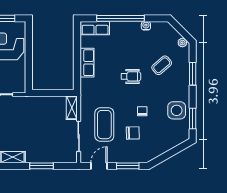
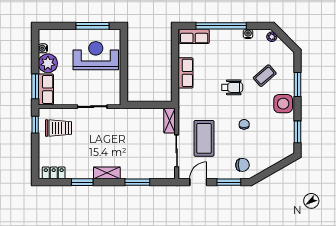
plant: (182, 43) -> (272, 37), moved
side table: (177, 110) -> (283, 104), moved
chair: (133, 133) -> (242, 165), moved

